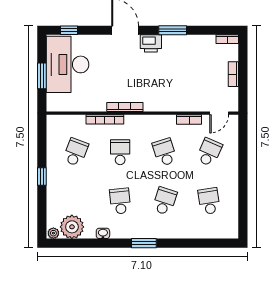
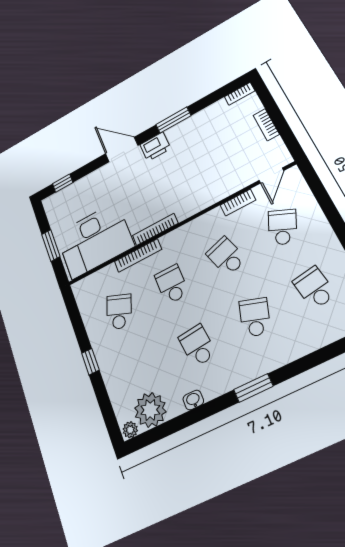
desk: (67, 64) -> (95, 240), moved, turned -90

